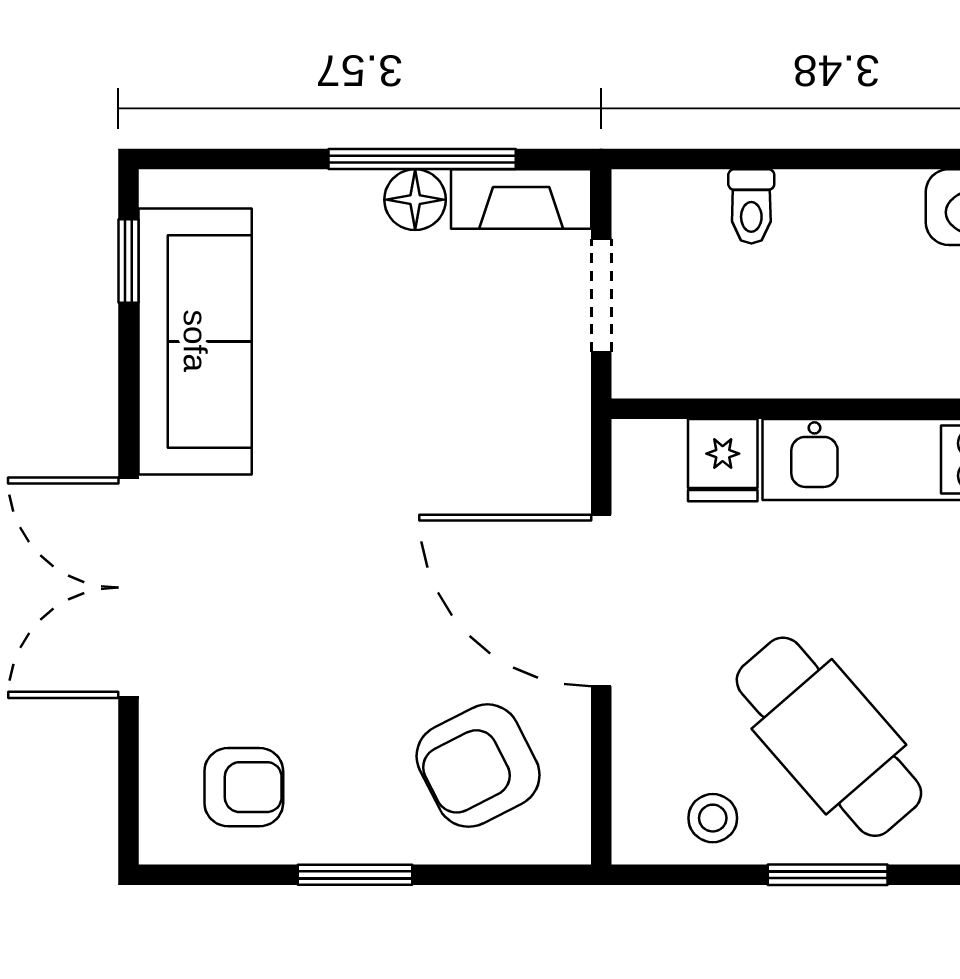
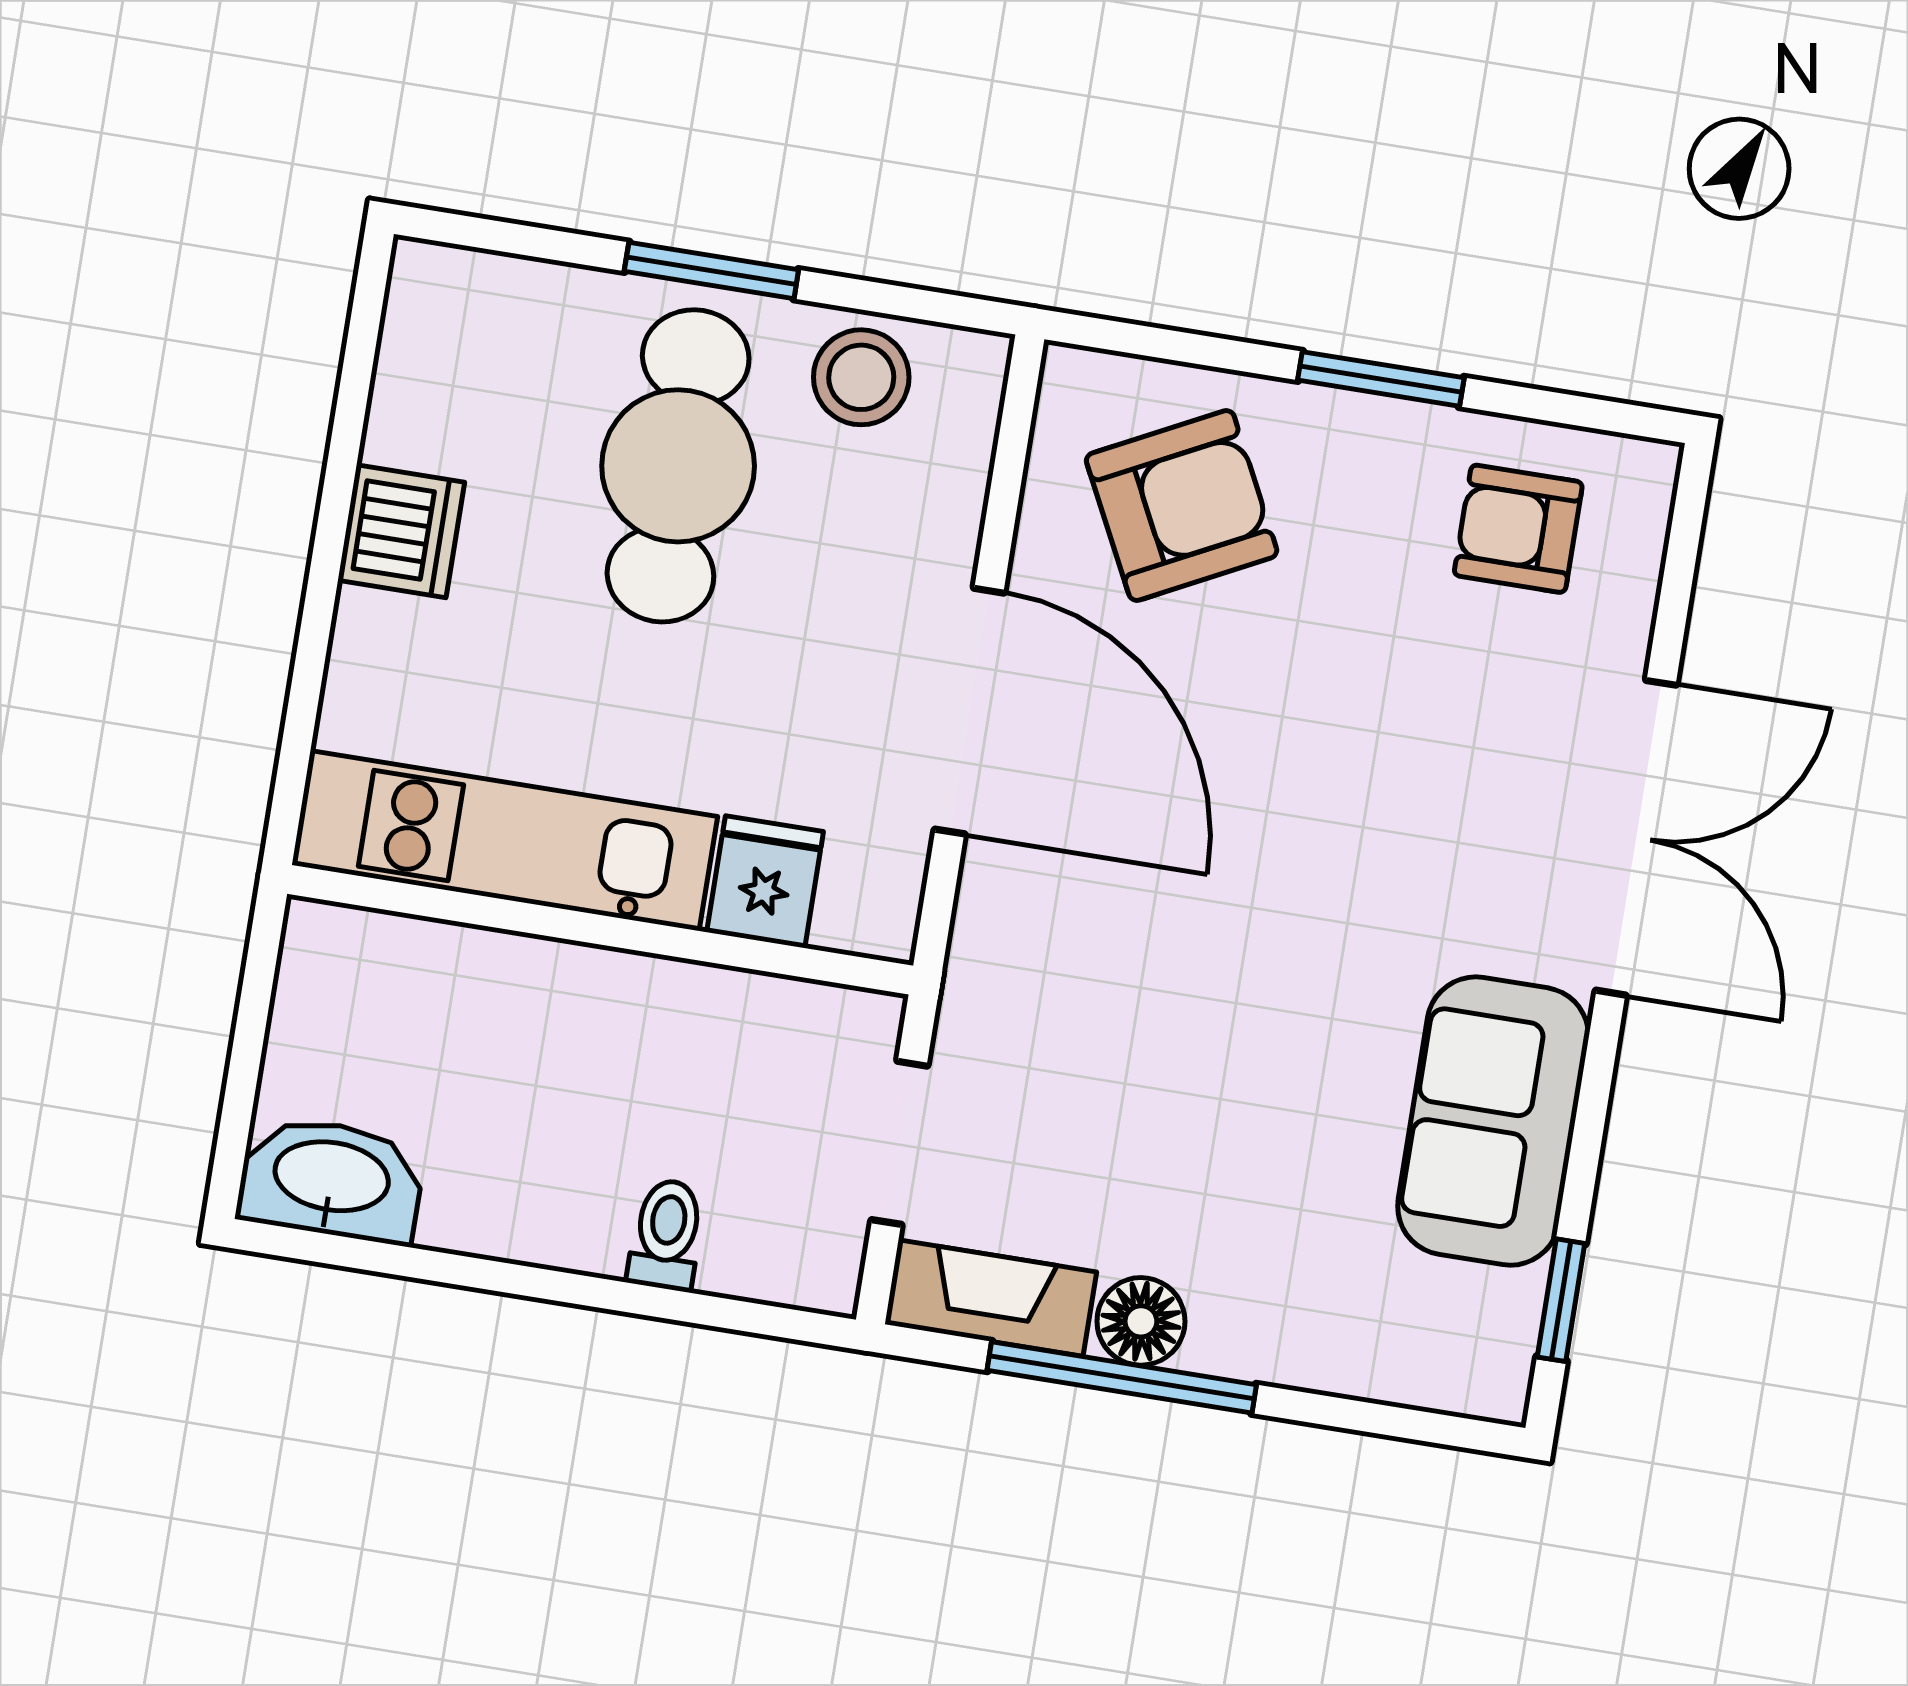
sofa: (195, 341) -> (1493, 1121), width x0.73
cafe table: (829, 737) -> (678, 466), turned 41
stool: (713, 818) -> (861, 377), width x1.37, depth x1.37

